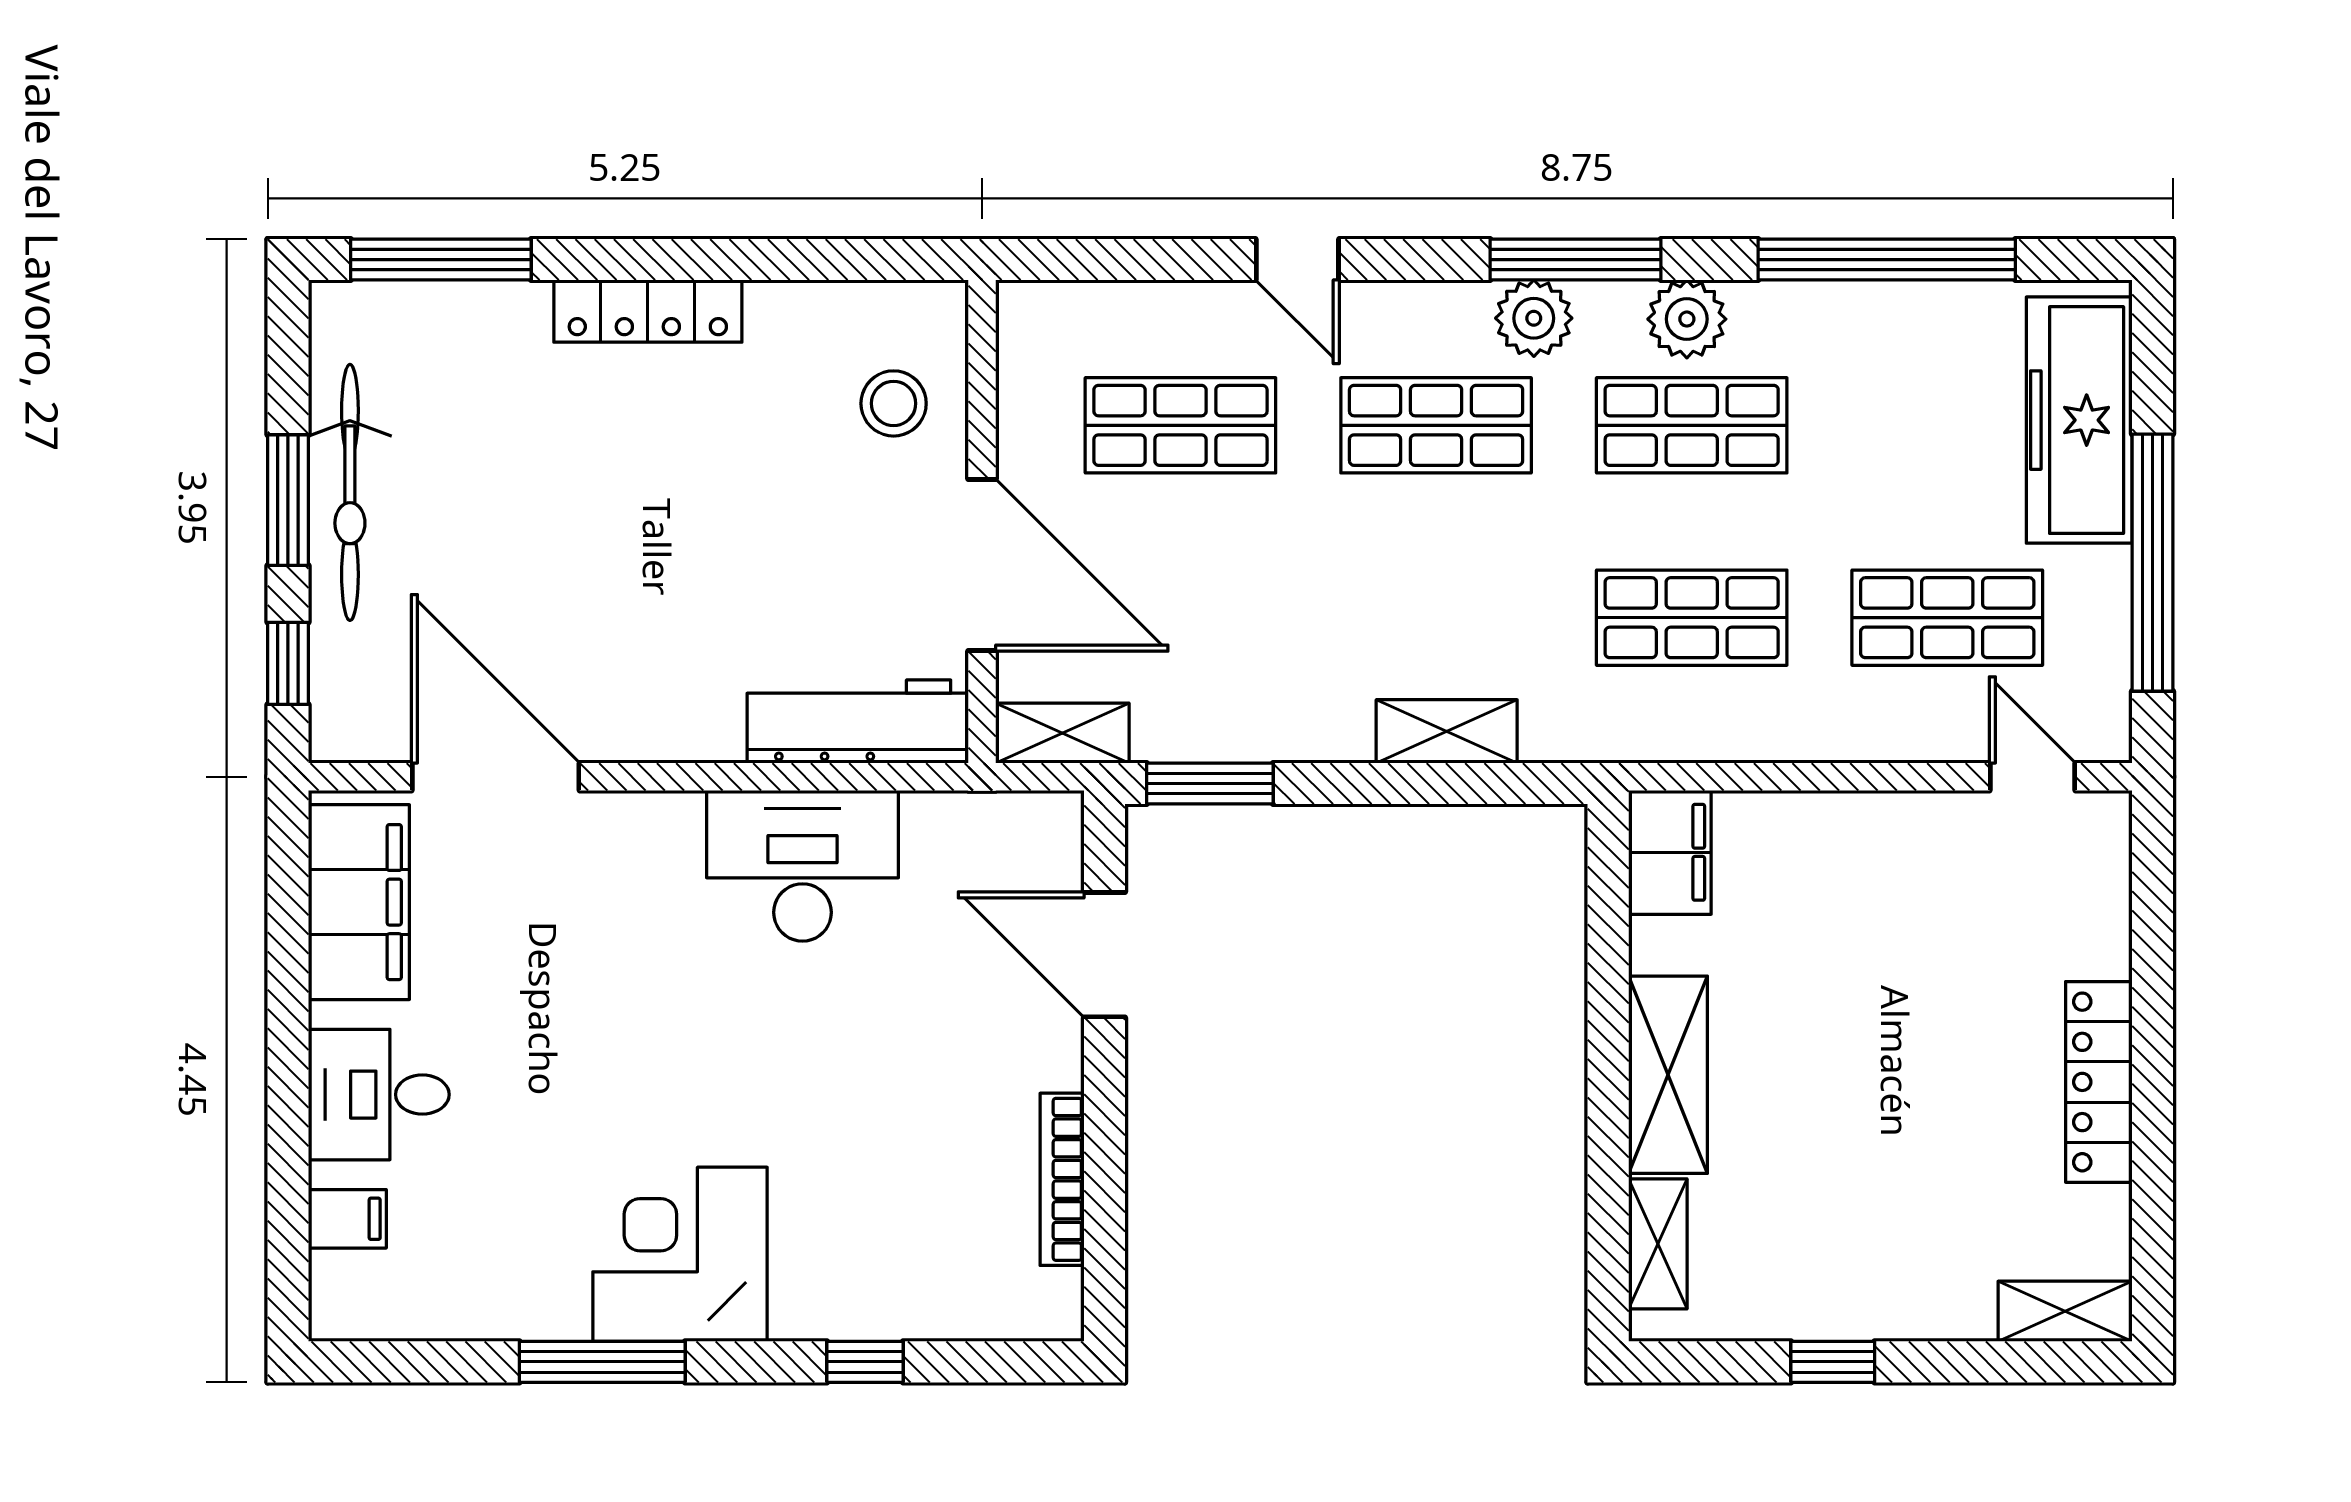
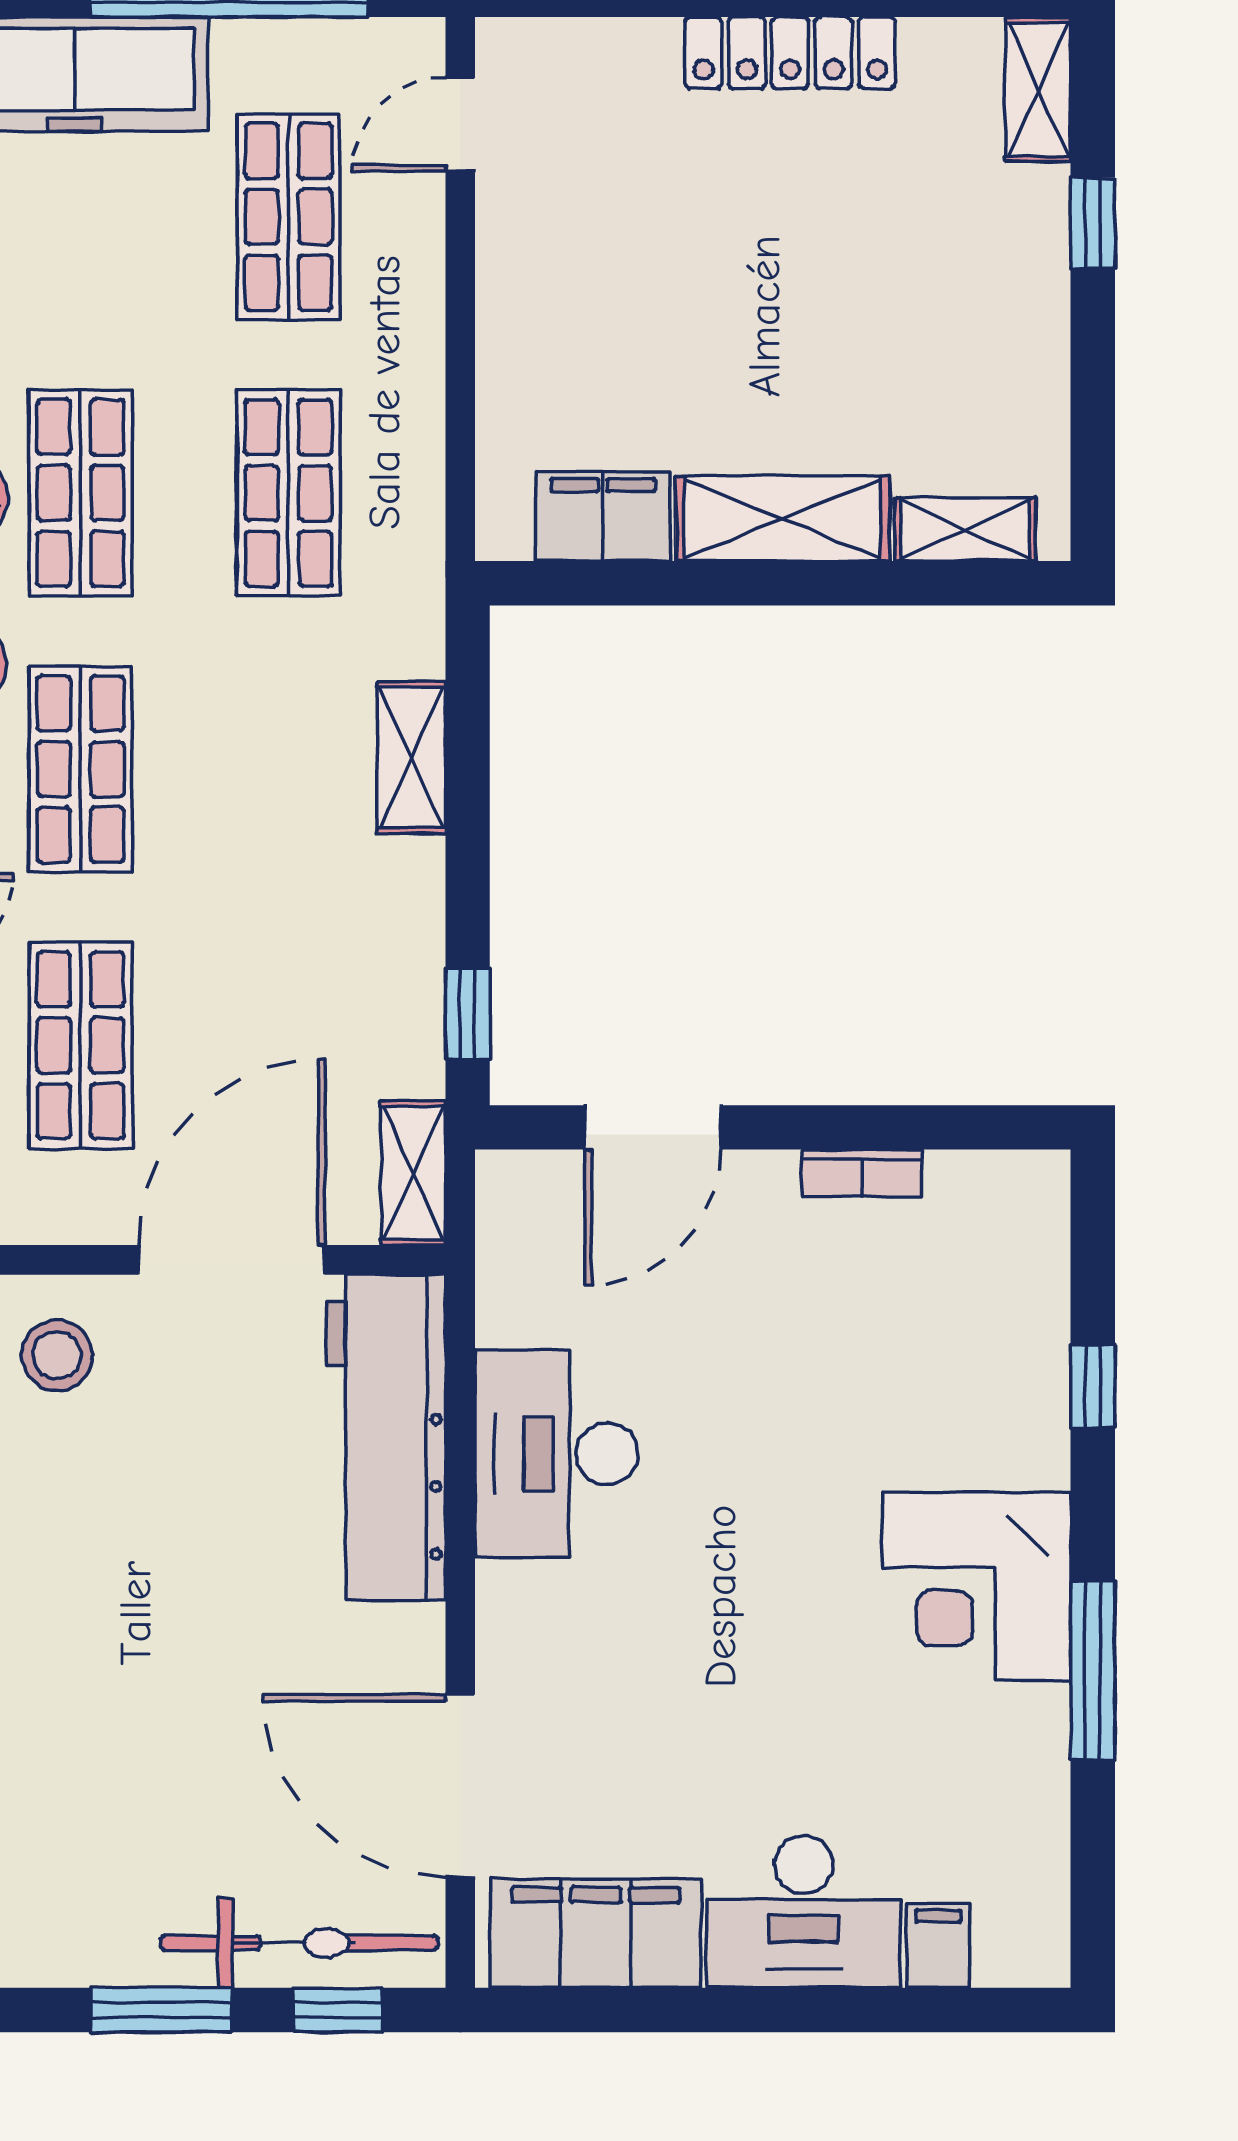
bicycle: (350, 492) -> (299, 1943), moved
workbench: (858, 721) -> (386, 1438), width x1.36, depth x1.32
door: (496, 777) -> (460, 1786), hinge flipped
window: (1210, 783) -> (468, 1014), width x0.67
filing cabinet: (1670, 852) -> (603, 516), moved
desk: (379, 1095) -> (804, 1912), width x1.37
bookcase: (1062, 1179) -> (862, 1173), width x0.64
window: (1833, 1362) -> (1093, 223), moved

